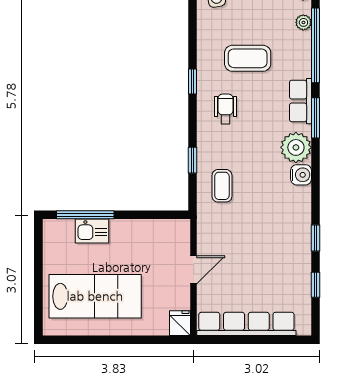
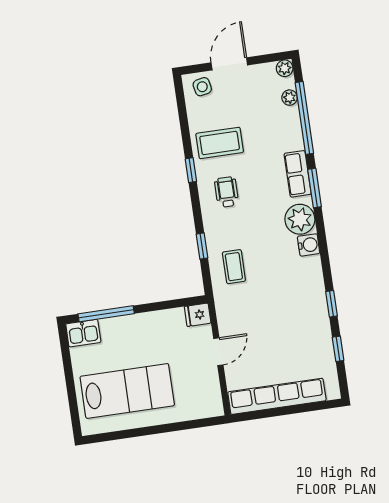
coffee table: (248, 58) -> (220, 143), moved
kitchen sink: (92, 231) -> (83, 333), moved
fridge: (180, 323) -> (198, 315), moved, turned -90

